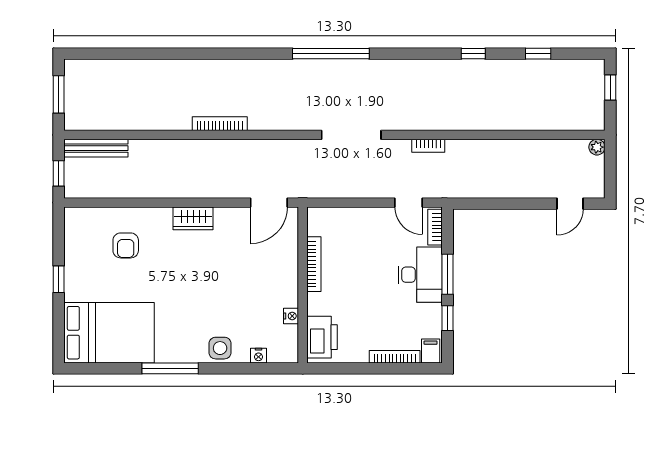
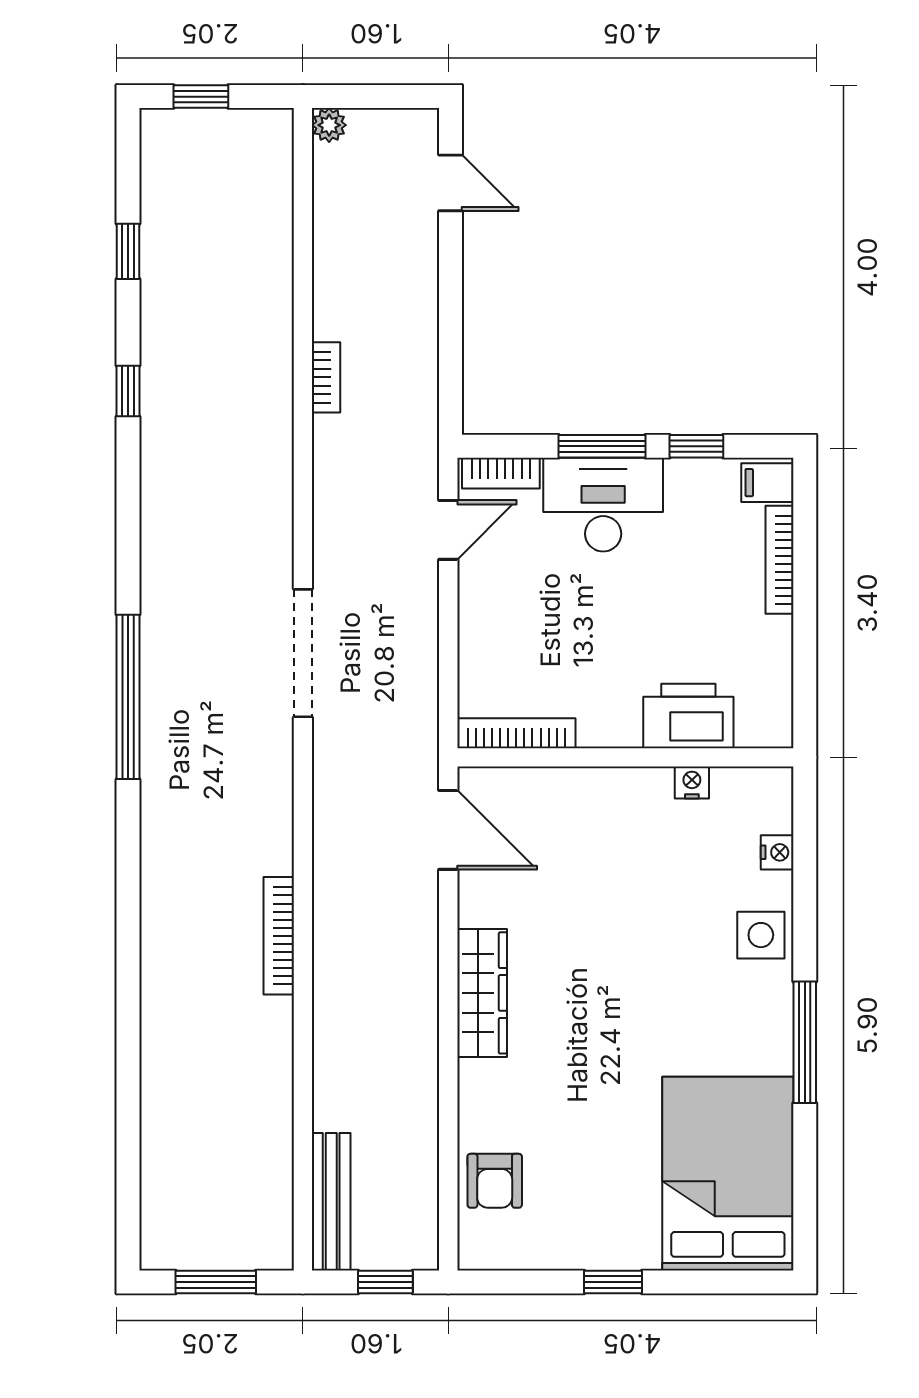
bookcase: (428, 146) -> (326, 377), moved
wardrobe: (193, 218) -> (482, 993), width x1.50
armchair: (126, 245) -> (495, 1181), moved, turned 90
bookcase: (314, 264) -> (516, 733), moved
printer: (322, 337) -> (688, 716), moved

